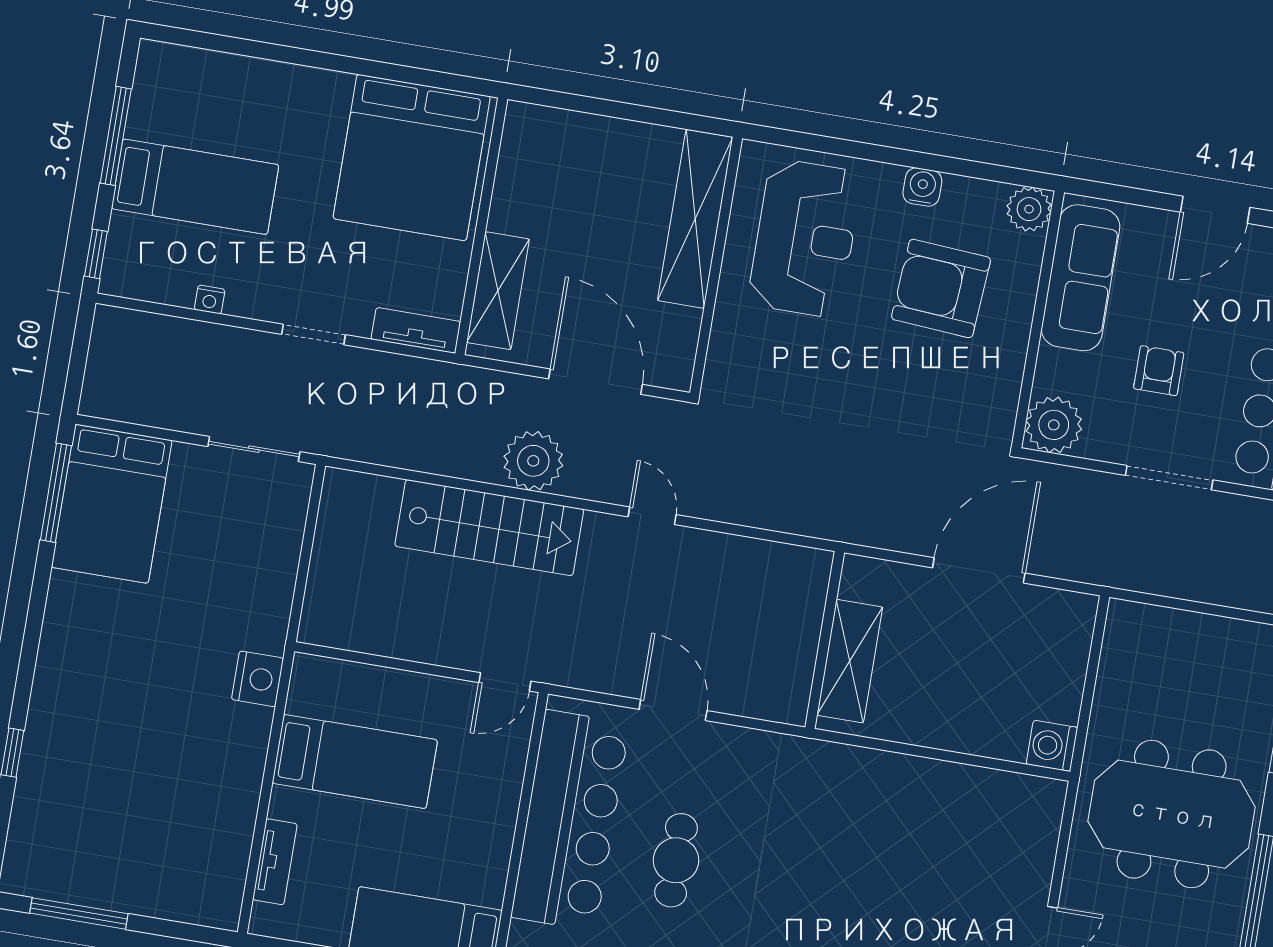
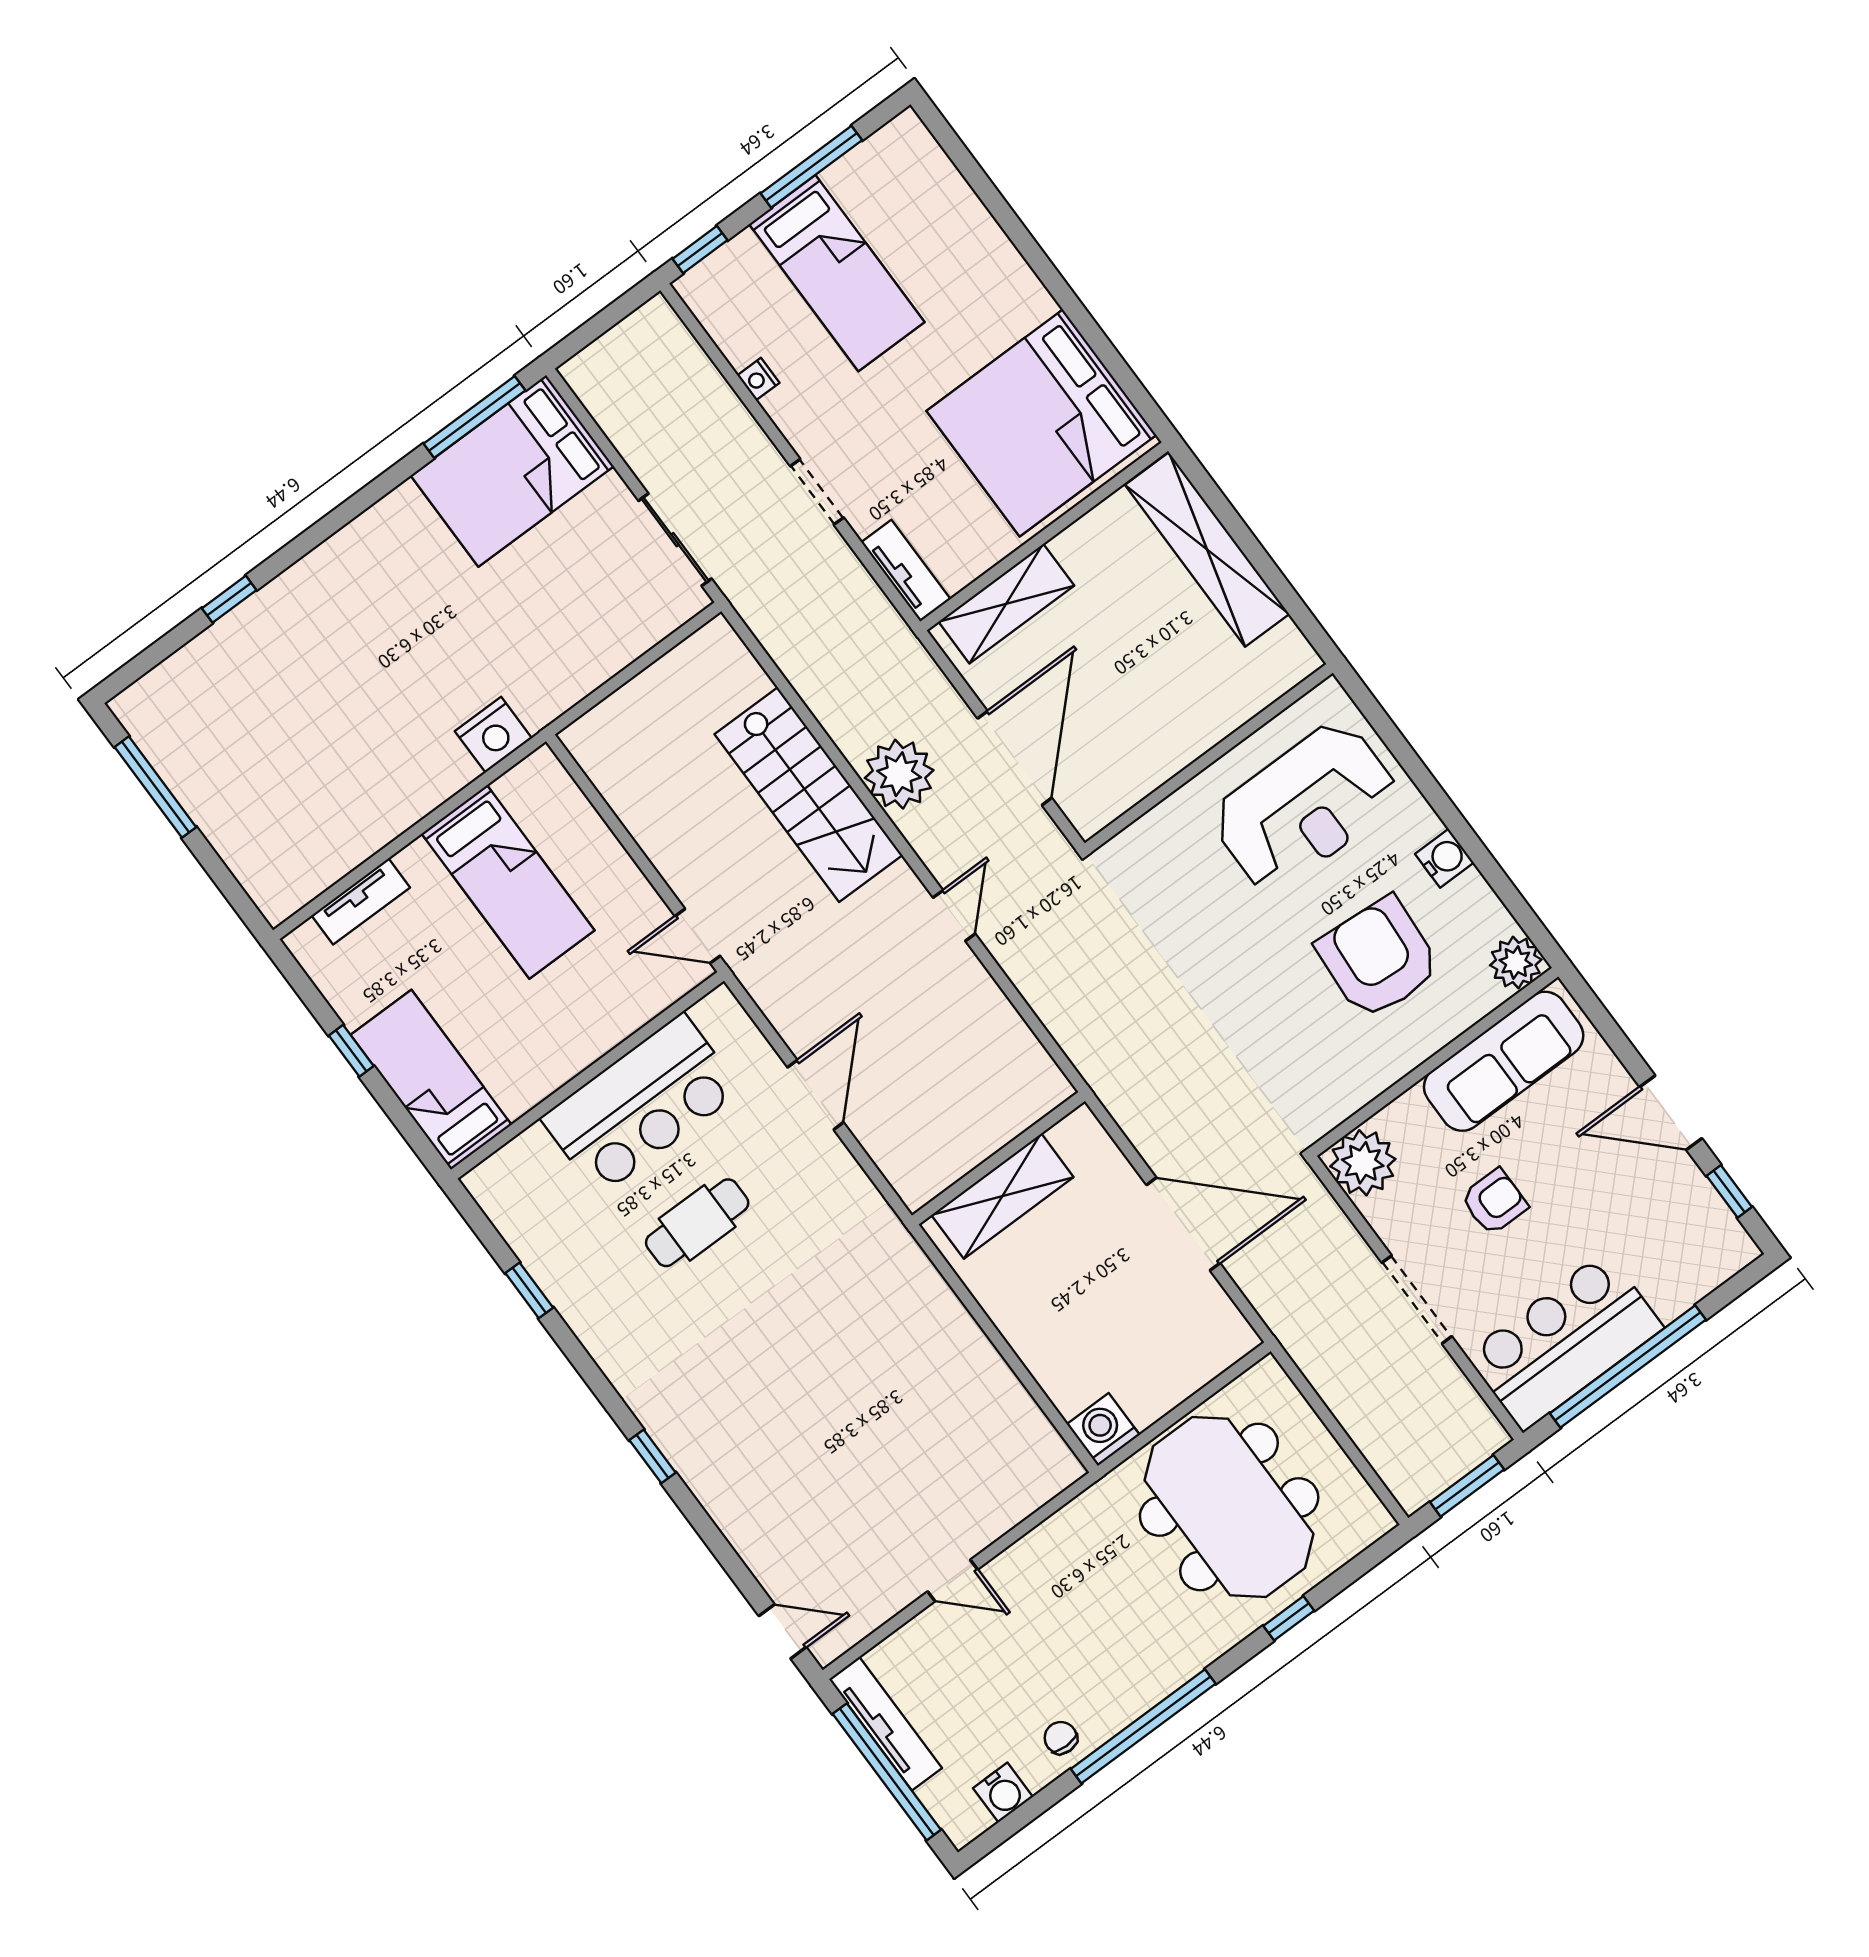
shelving: (695, 219) -> (1207, 549), moved, turned 90
meeting table: (1172, 814) -> (1229, 1507), moved
bar counter: (570, 820) -> (641, 1104), width x0.73

